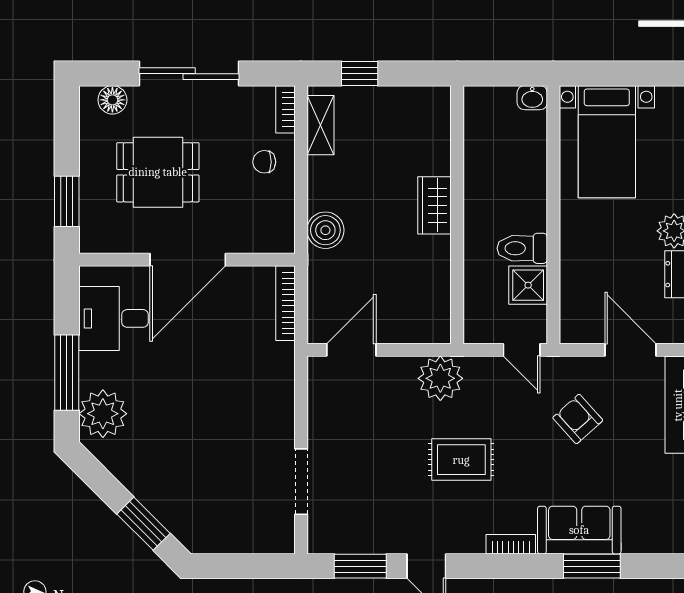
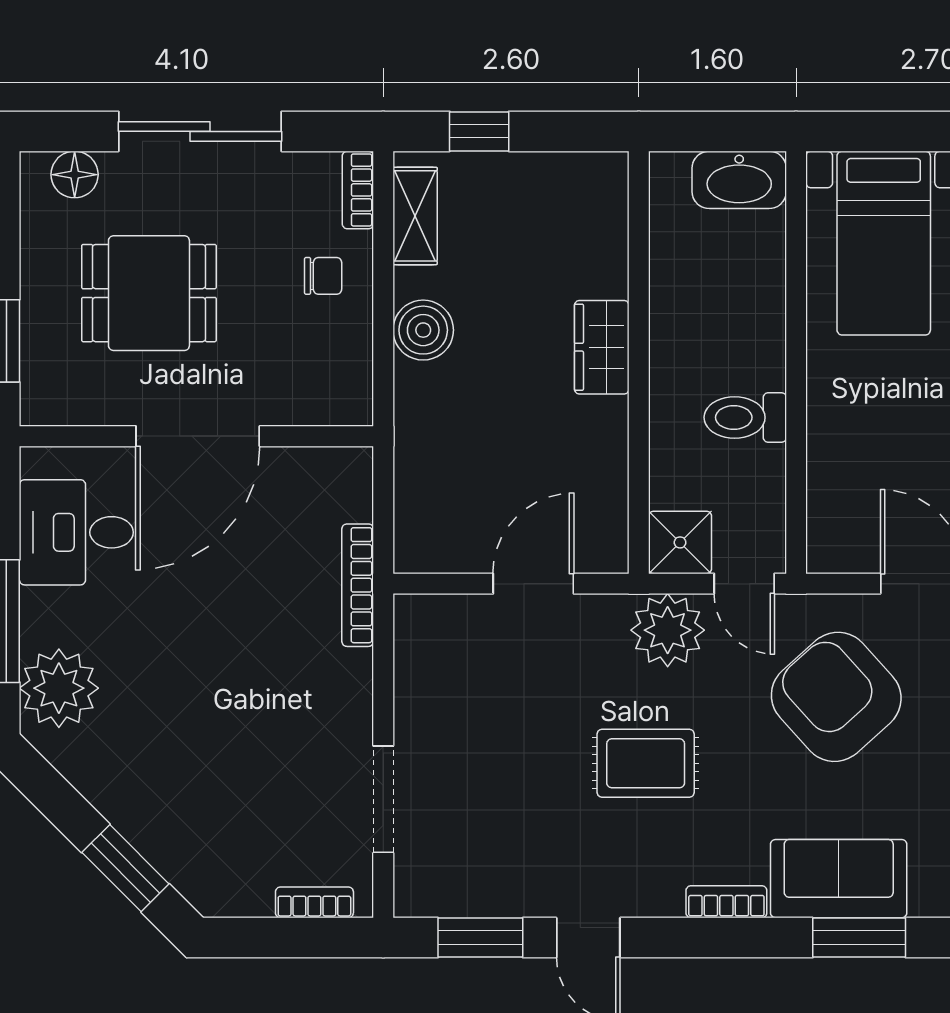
washbasin: (532, 98) -> (739, 180), width x1.91, depth x1.45
chair: (264, 162) -> (323, 276), turned 180
boiler: (325, 230) -> (423, 330), moved
shower: (528, 285) -> (680, 542), moved
bookcase: (285, 303) -> (358, 585), moved
door: (351, 350) -> (533, 584), moved
plant: (440, 378) -> (668, 630), moved
armchair: (578, 419) -> (836, 697), width x1.88, depth x1.88
bookcase: (259, 545) -> (314, 902), added

